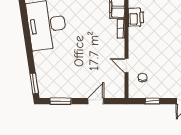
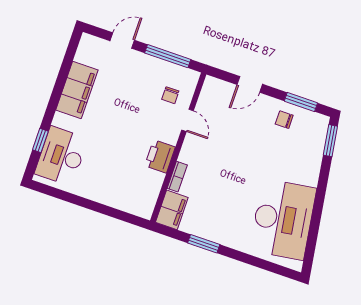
printer: (136, 17) -> (160, 156), moved
chair: (67, 87) -> (284, 120), added
window: (152, 101) -> (168, 56), width x2.17

